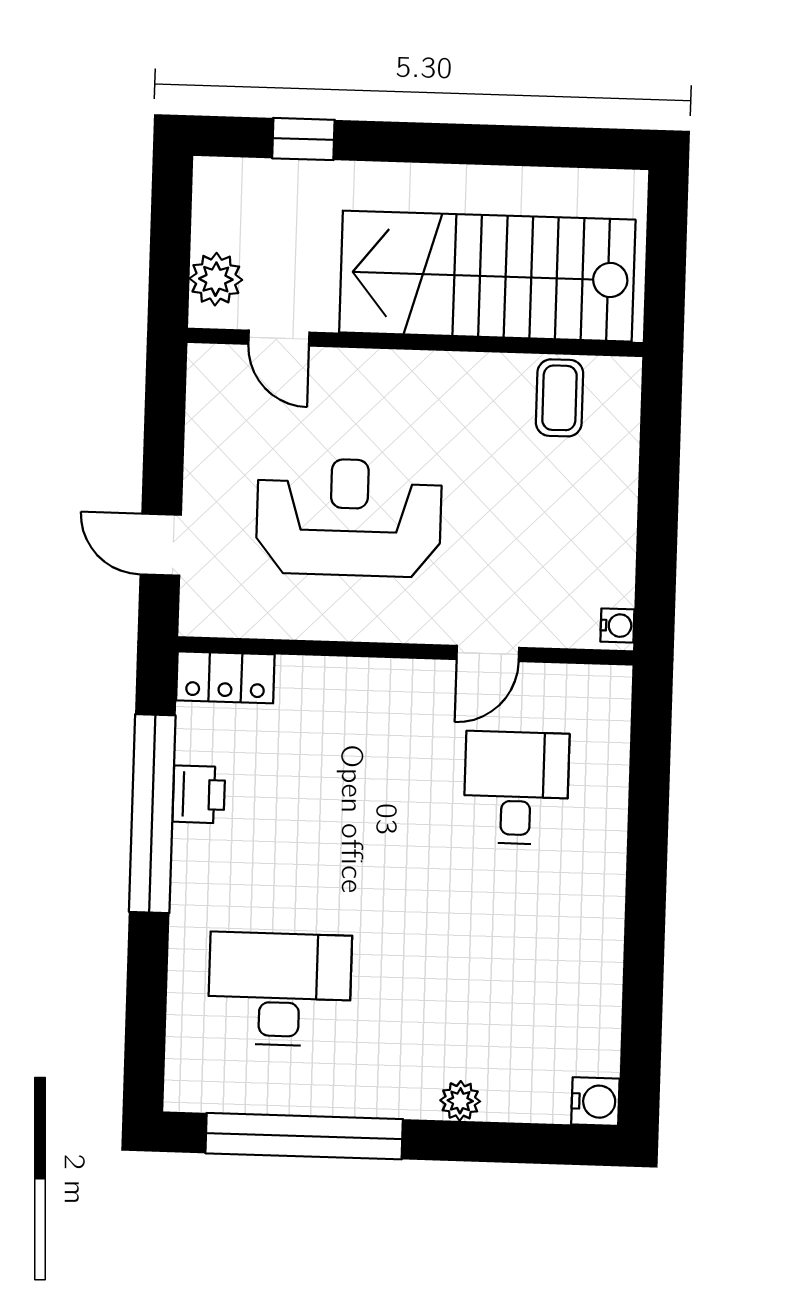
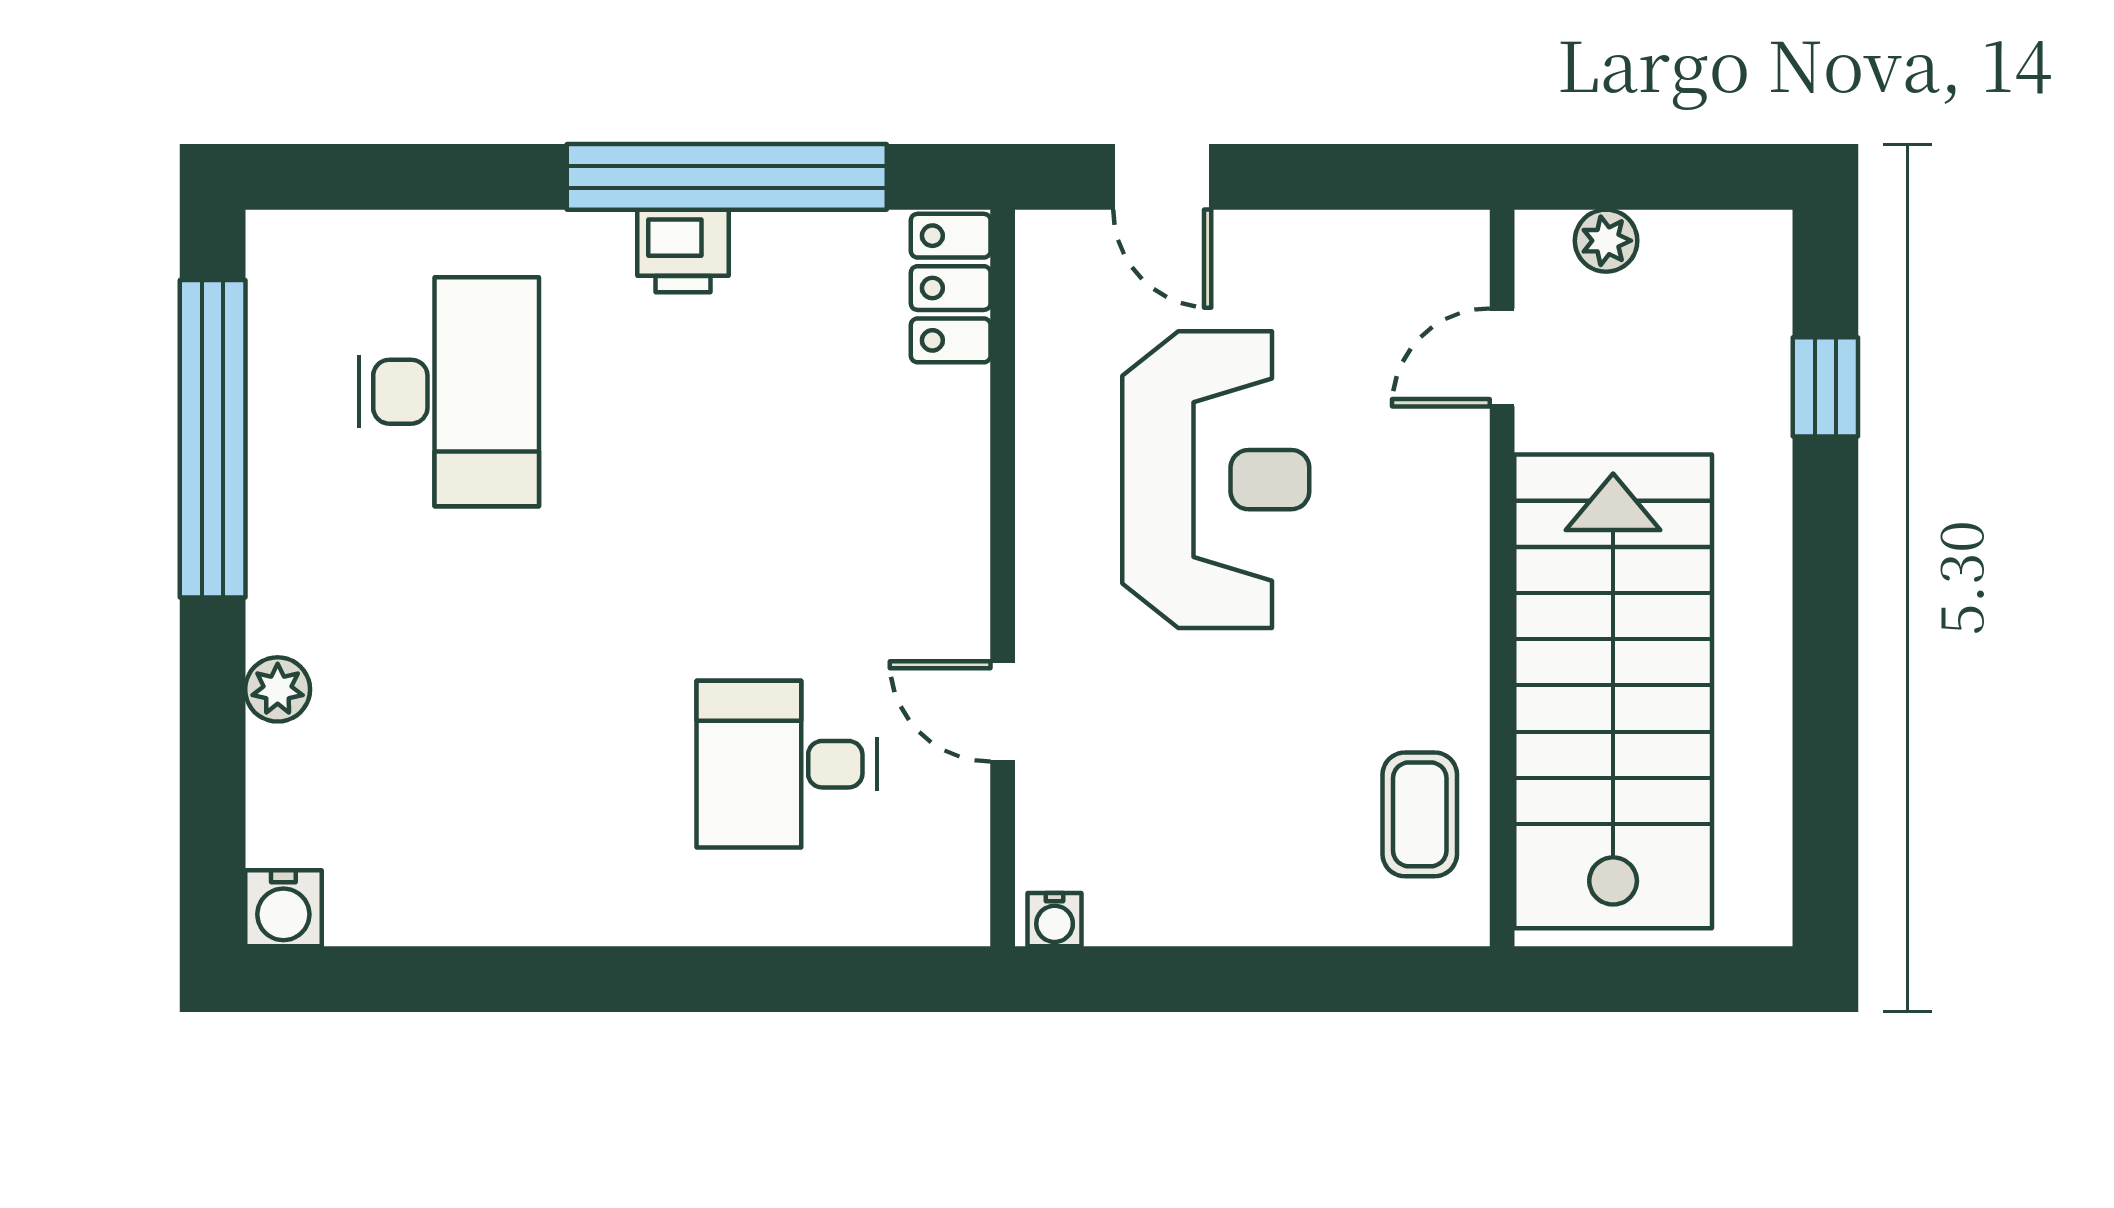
plant: (216, 279) -> (1606, 241), width x0.73, depth x0.73
coffee table: (560, 398) -> (1420, 814), turned 90
door: (161, 545) -> (1162, 177), swing flipped
desk: (516, 788) -> (787, 764), turned 180
printer: (199, 794) -> (683, 251), moved

